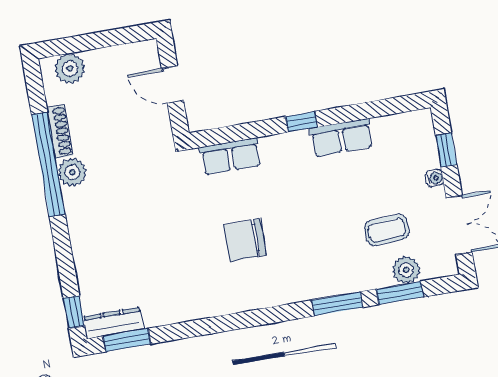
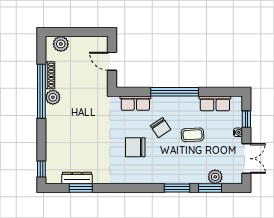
window: (301, 122) -> (175, 92), width x3.17
row of seats: (341, 138) -> (215, 103), moved
chair: (286, 194) -> (161, 128), added
coffee table: (387, 230) -> (193, 135), moved
dresser: (113, 323) -> (77, 178), moved
window: (127, 340) -> (81, 188), moved

